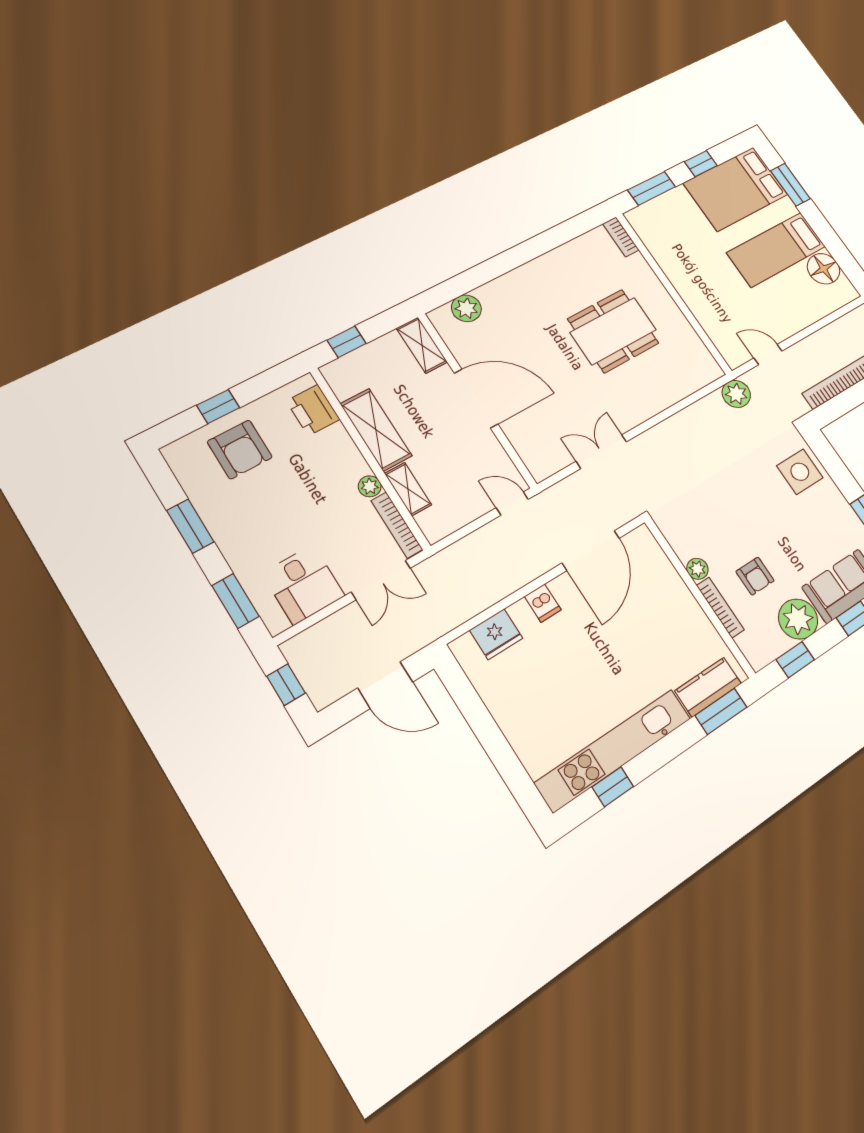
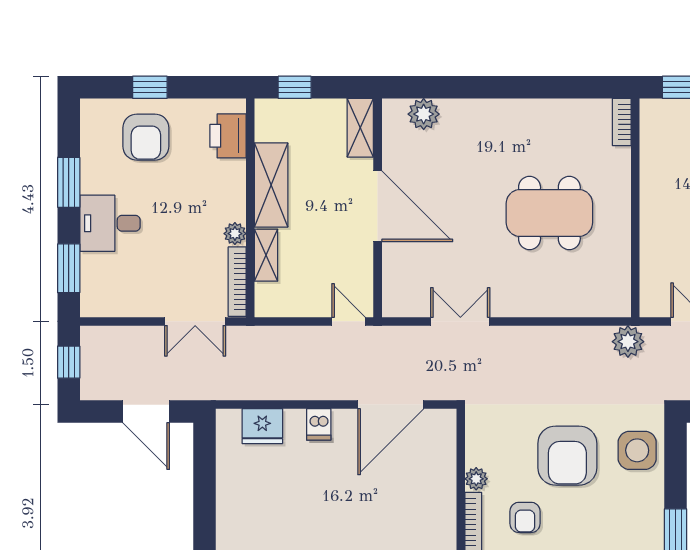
armchair: (753, 507) -> (567, 456), added
desk: (303, 584) -> (110, 223), moved, turned 90

